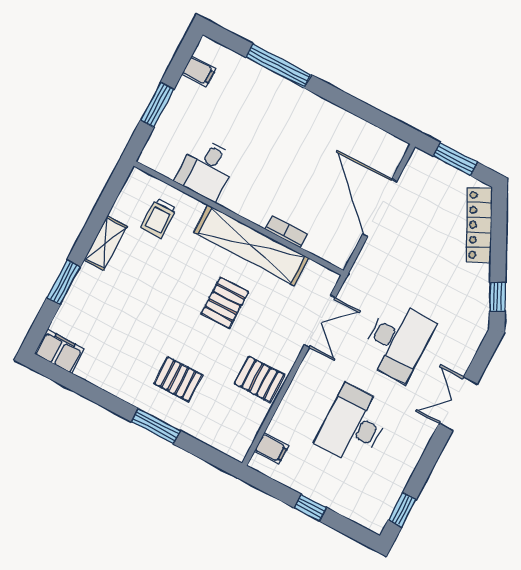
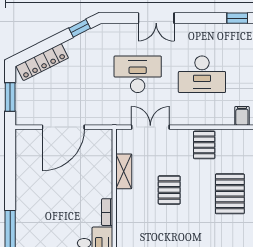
bookcase: (286, 231) -> (107, 212), moved
shelving: (251, 245) -> (124, 171), width x0.45, depth x0.75
pallet: (225, 303) -> (169, 190), turned 90
pallet: (178, 379) -> (230, 194), width x1.50, depth x1.42

